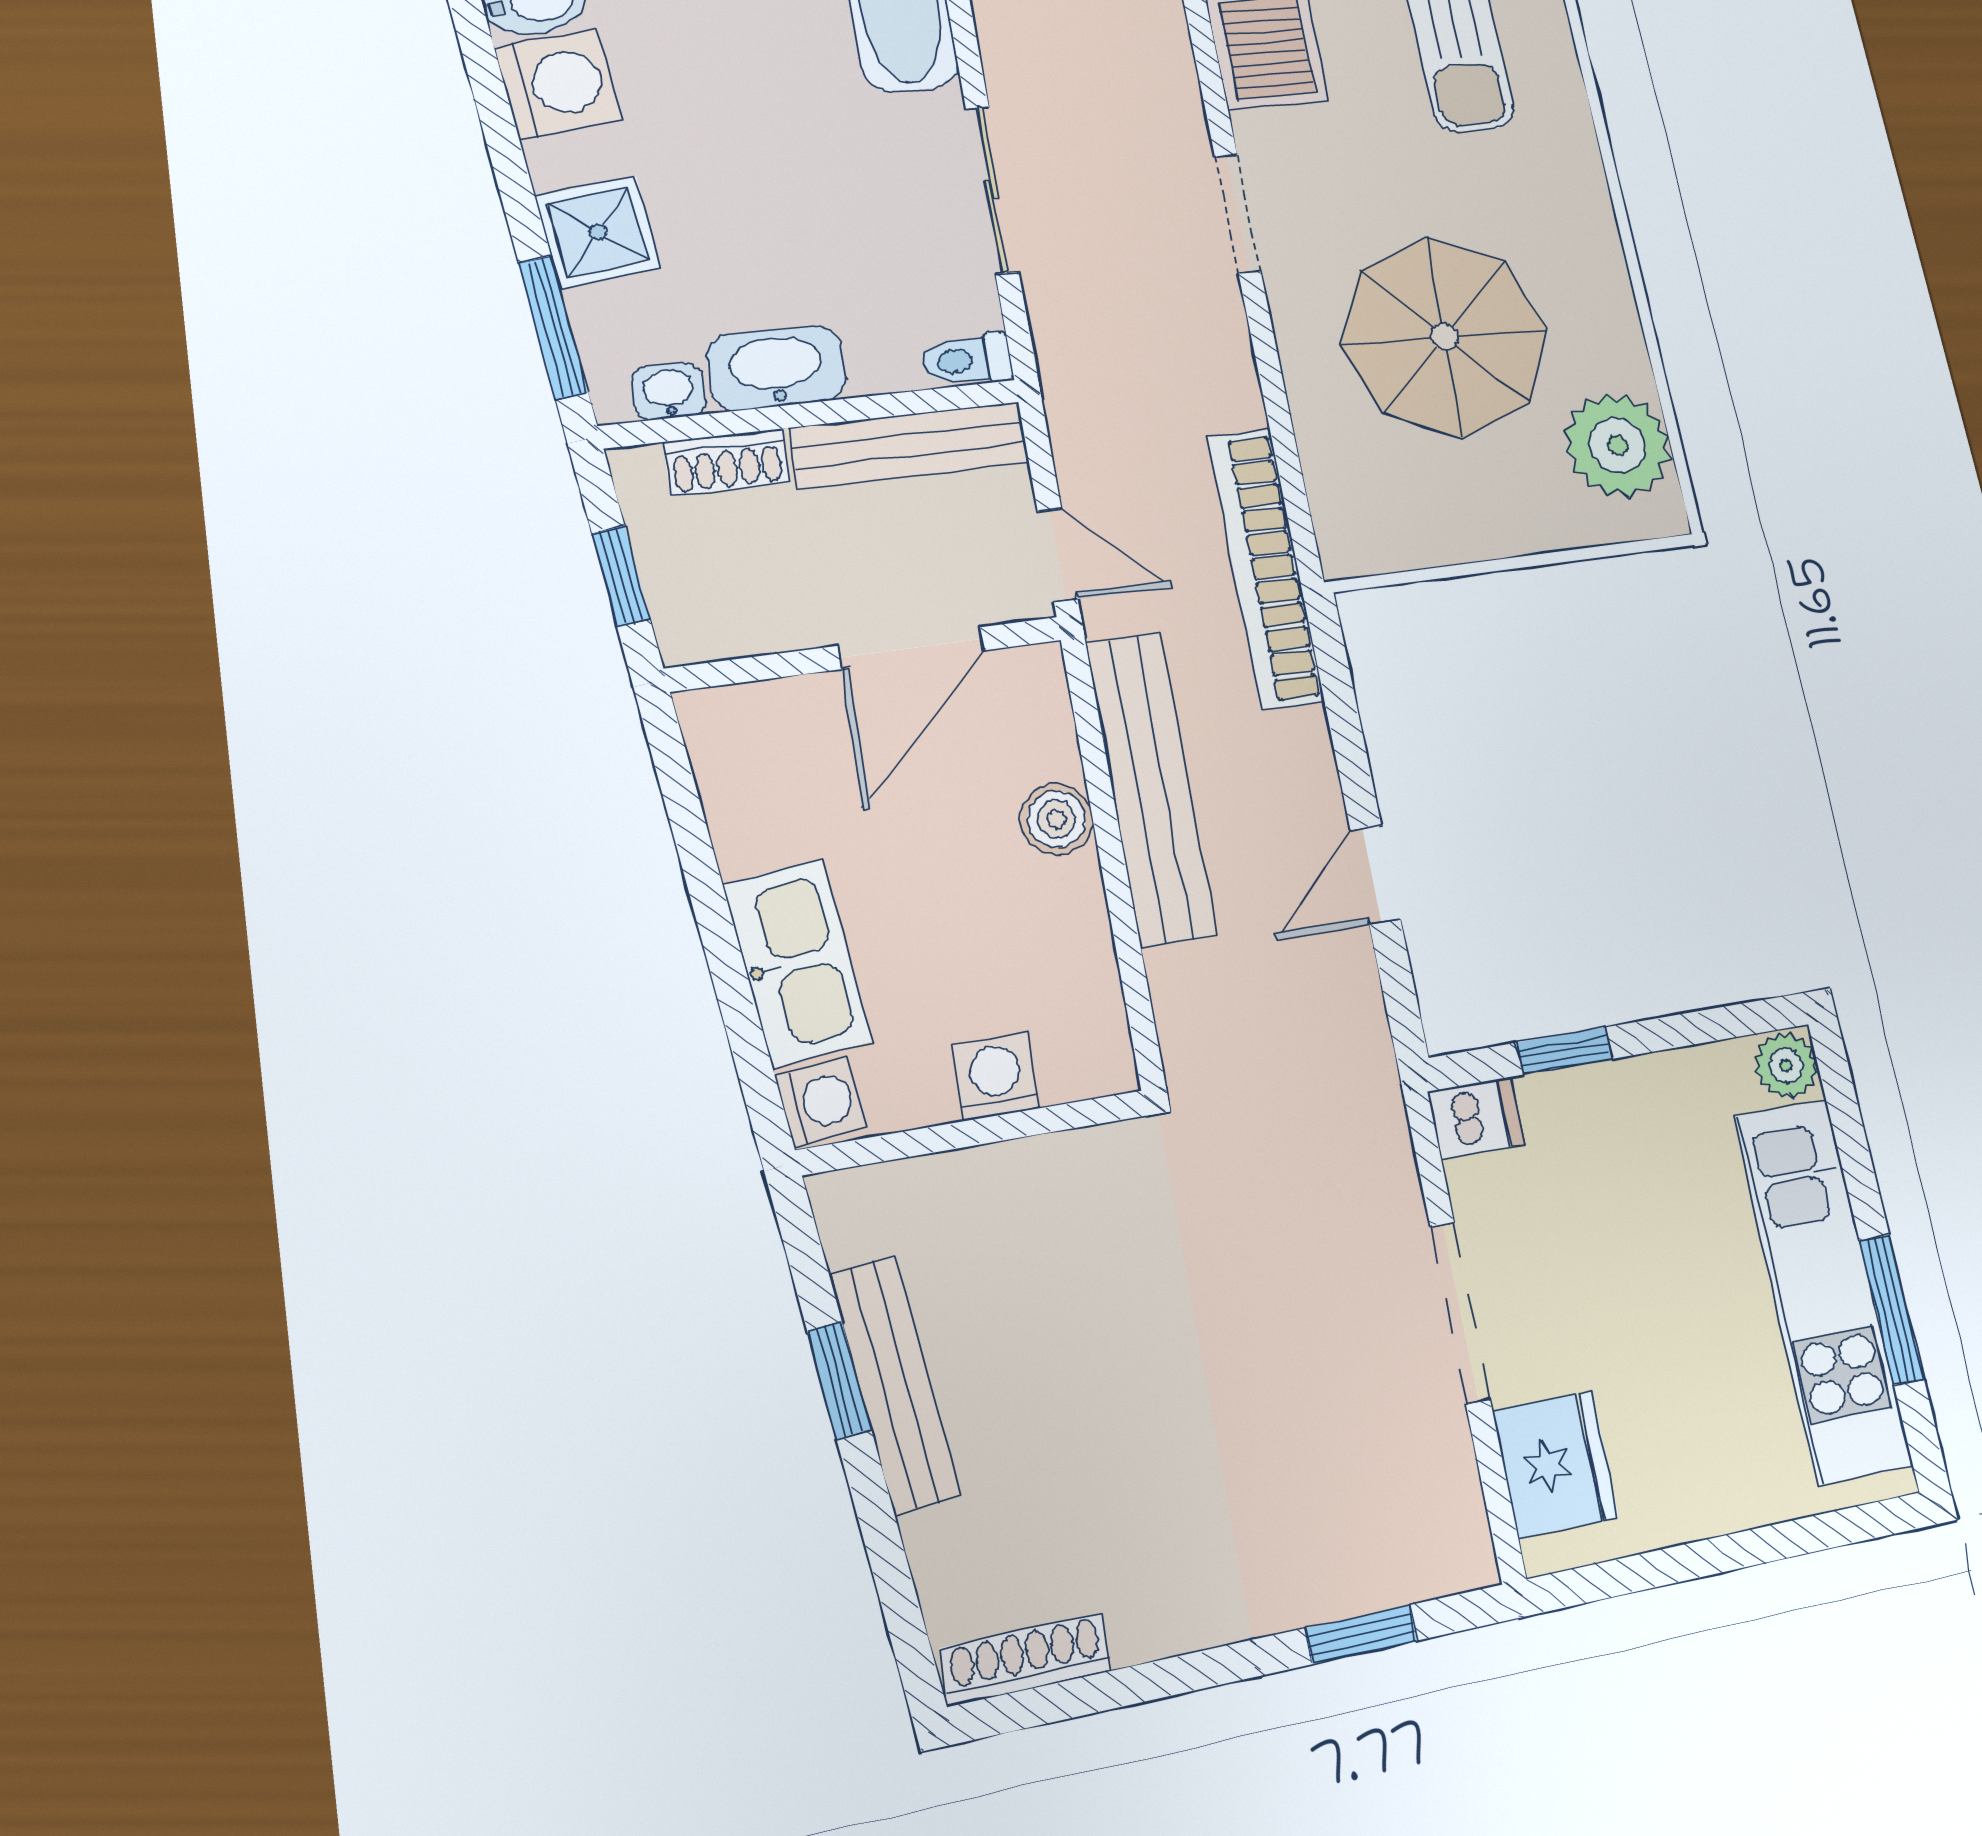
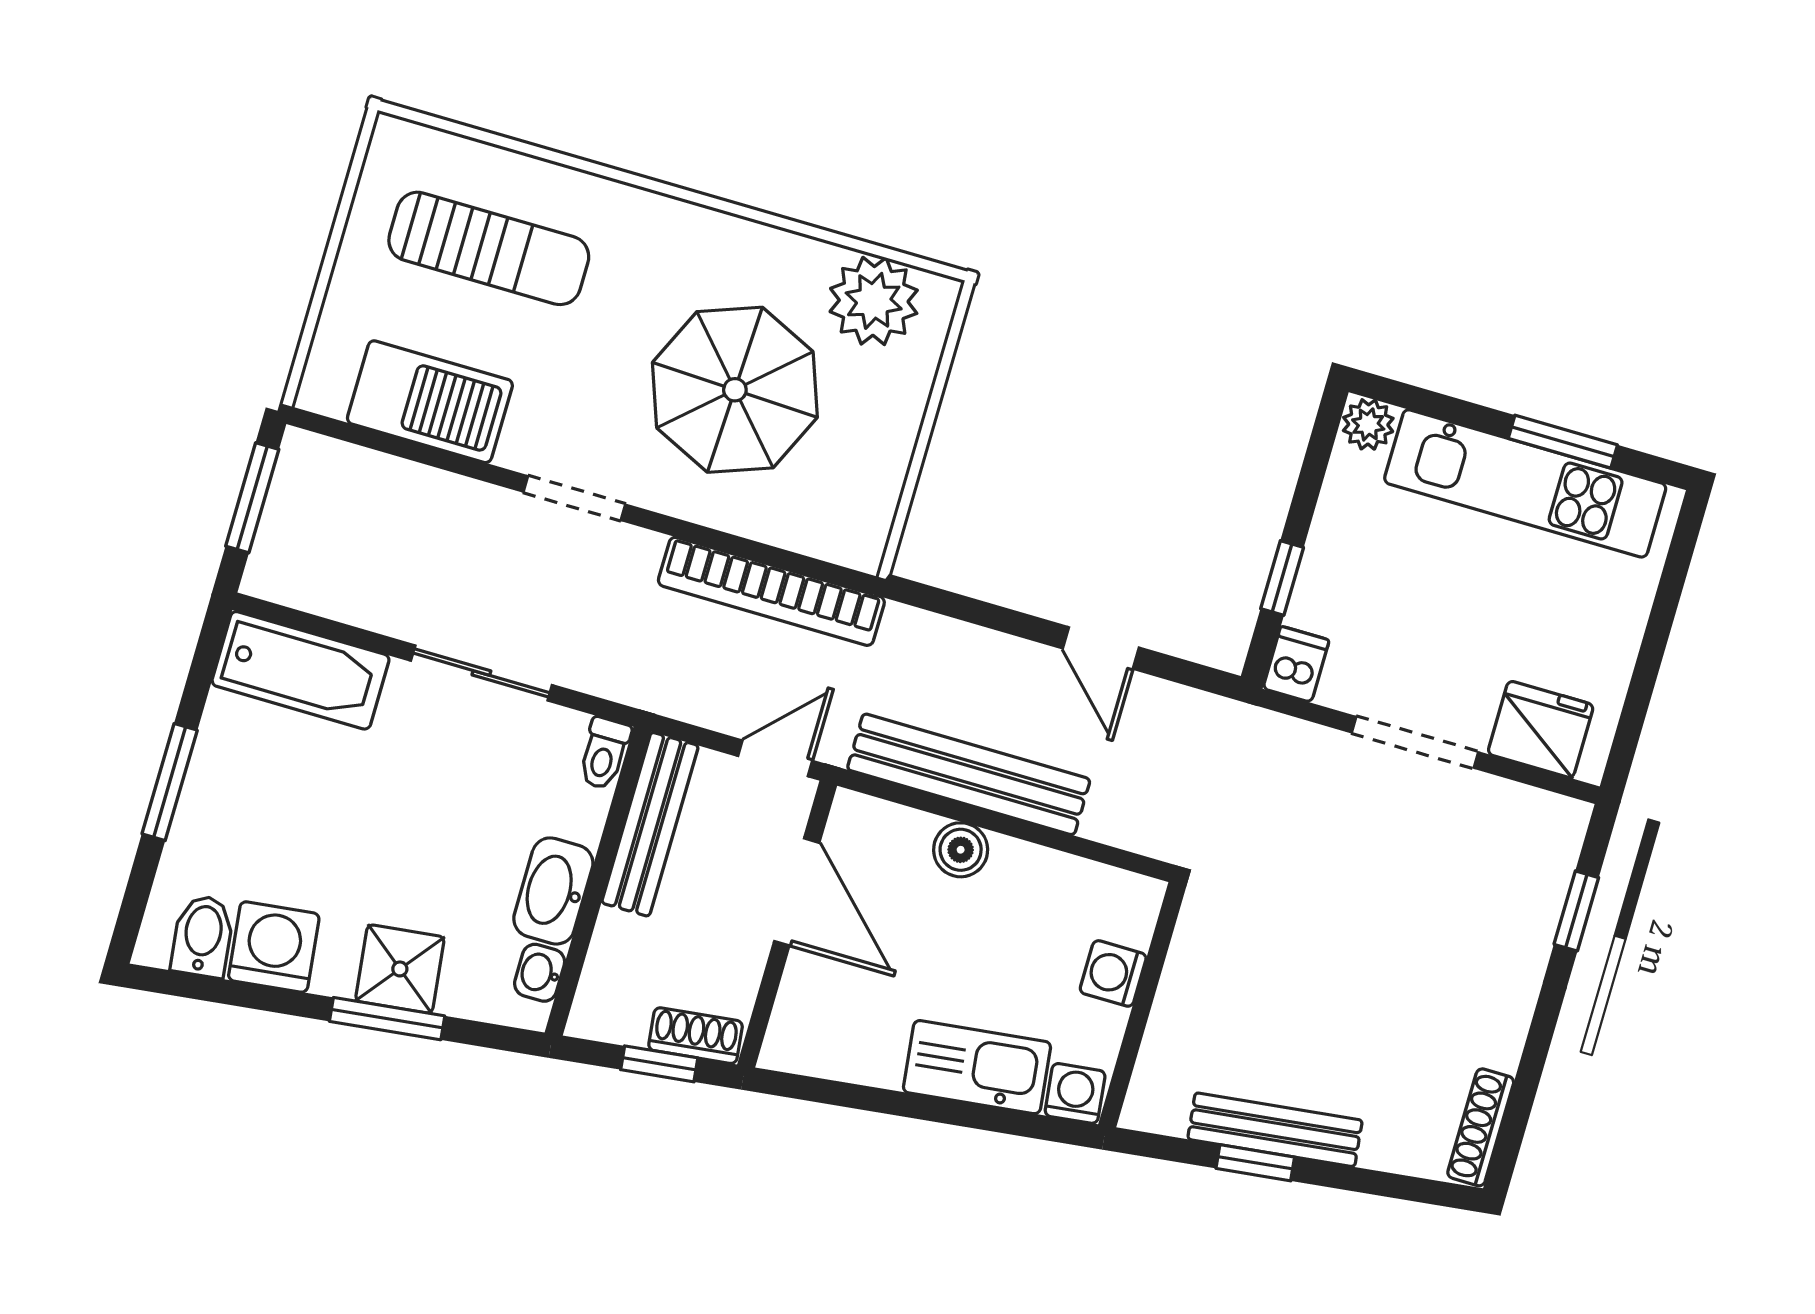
window: (553, 328) -> (387, 1019), moved
shoe rack: (726, 462) -> (696, 1036), moved, turned -97
bookcase: (1266, 568) -> (771, 591), moved

